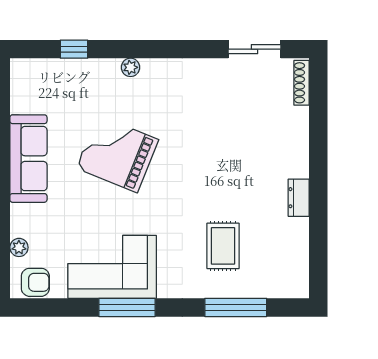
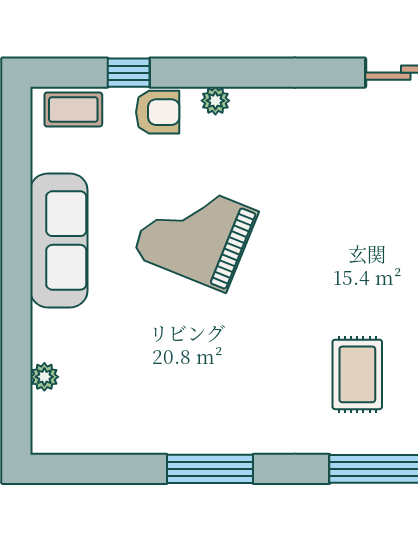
coffee table: (38, 73) -> (73, 109), added
corner sofa: (112, 267) -> (187, 407), removed
armchair: (35, 282) -> (158, 112), moved

